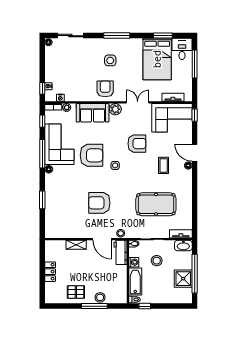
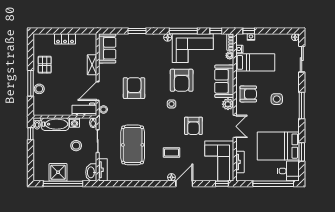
window: (195, 64) -> (273, 184), width x1.46
bed: (74, 82) -> (255, 62), added
sofa: (60, 230) -> (107, 48), added

